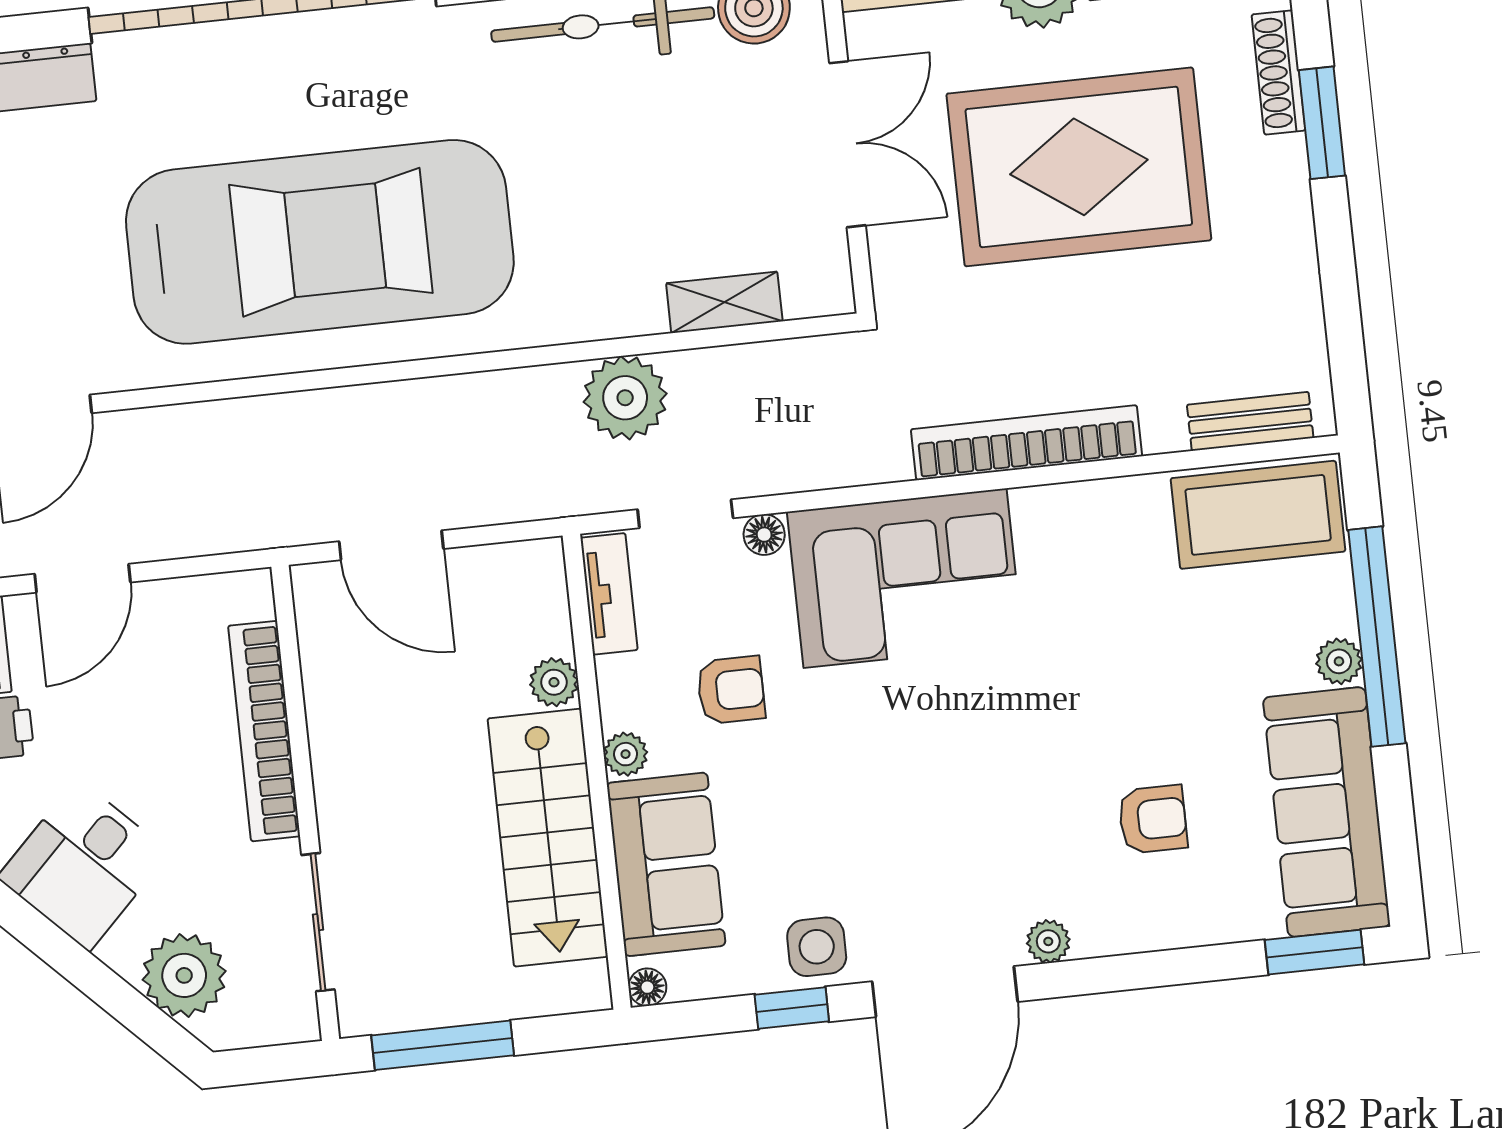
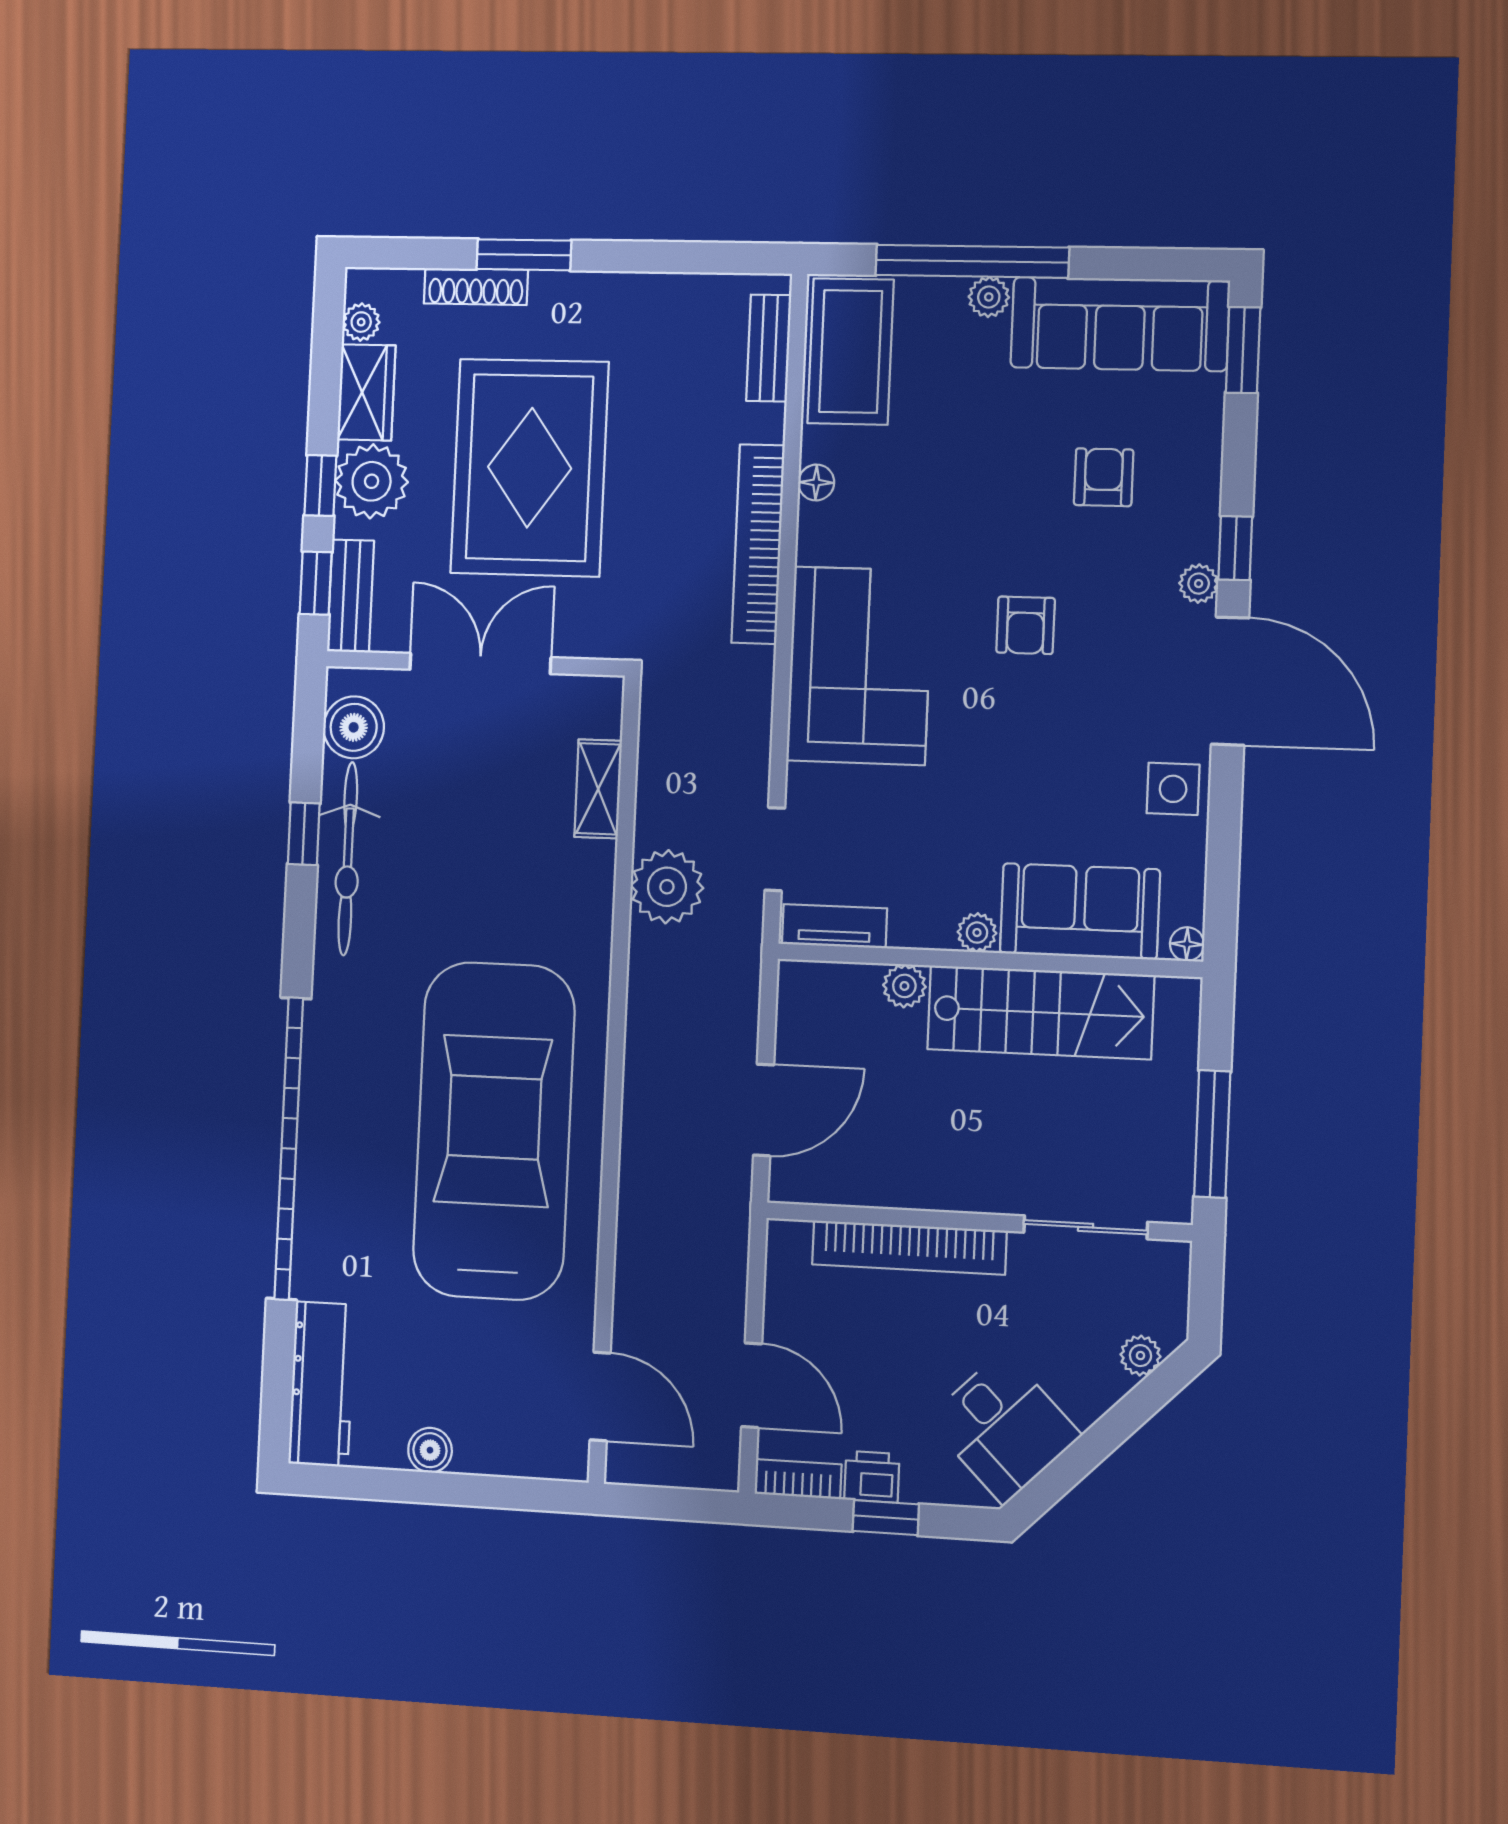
floor lamp: (764, 535) -> (816, 482), moved
armchair: (731, 690) -> (1026, 625), moved, turned 180
plant: (184, 975) -> (1140, 1356), width x0.53, depth x0.53
window: (792, 1008) -> (1235, 548), moved

